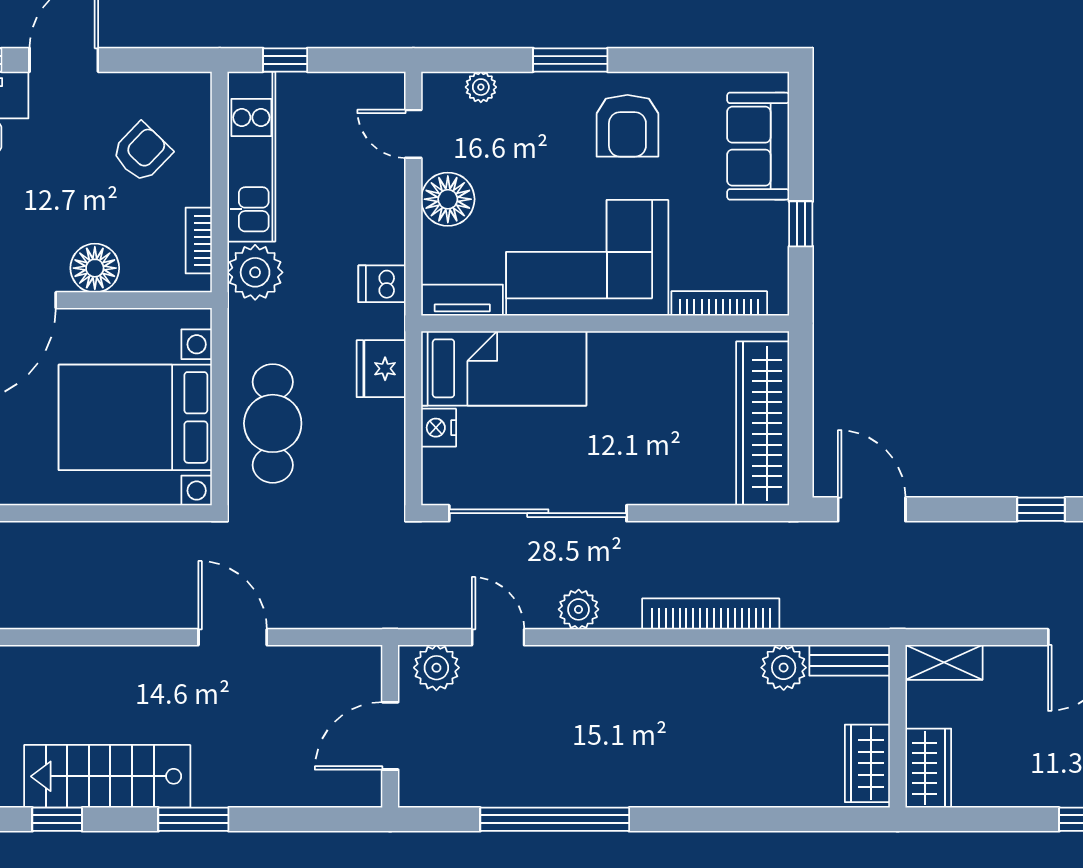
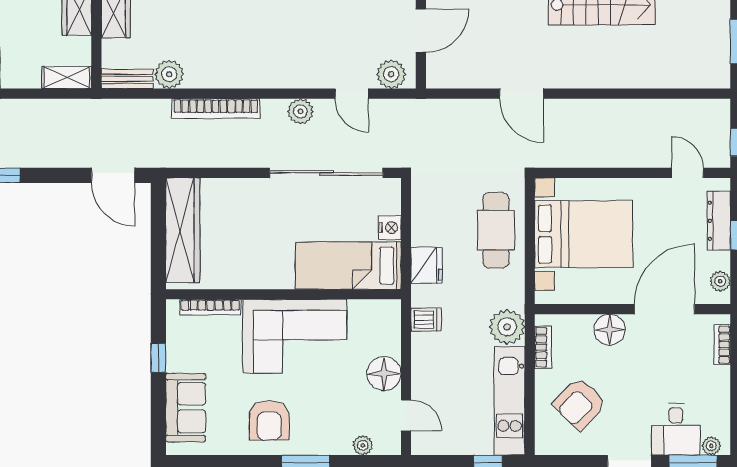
armchair: (627, 126) -> (269, 421), turned 180
armchair: (142, 152) -> (580, 404), width x1.38, depth x1.38
tv unit: (462, 300) -> (375, 309), removed

